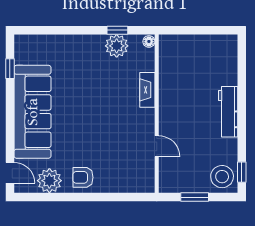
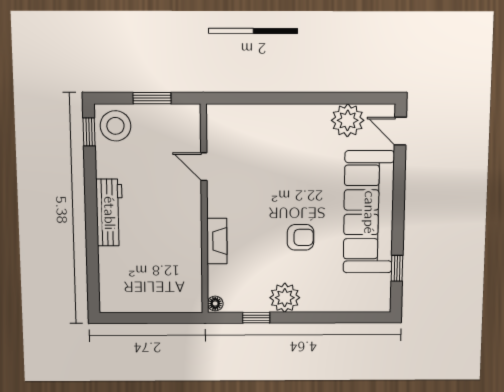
plant: (117, 46) -> (285, 298), moved
armchair: (83, 177) -> (300, 237), moved

